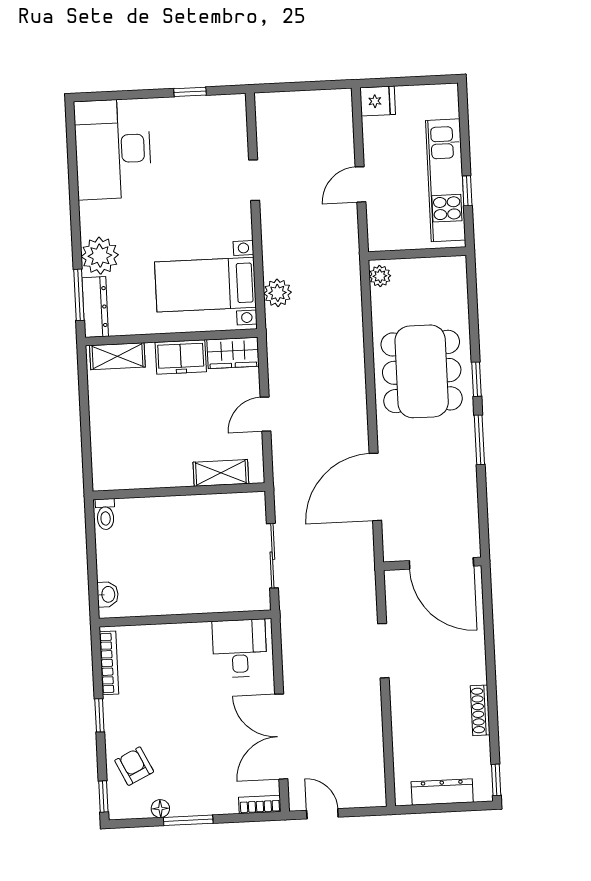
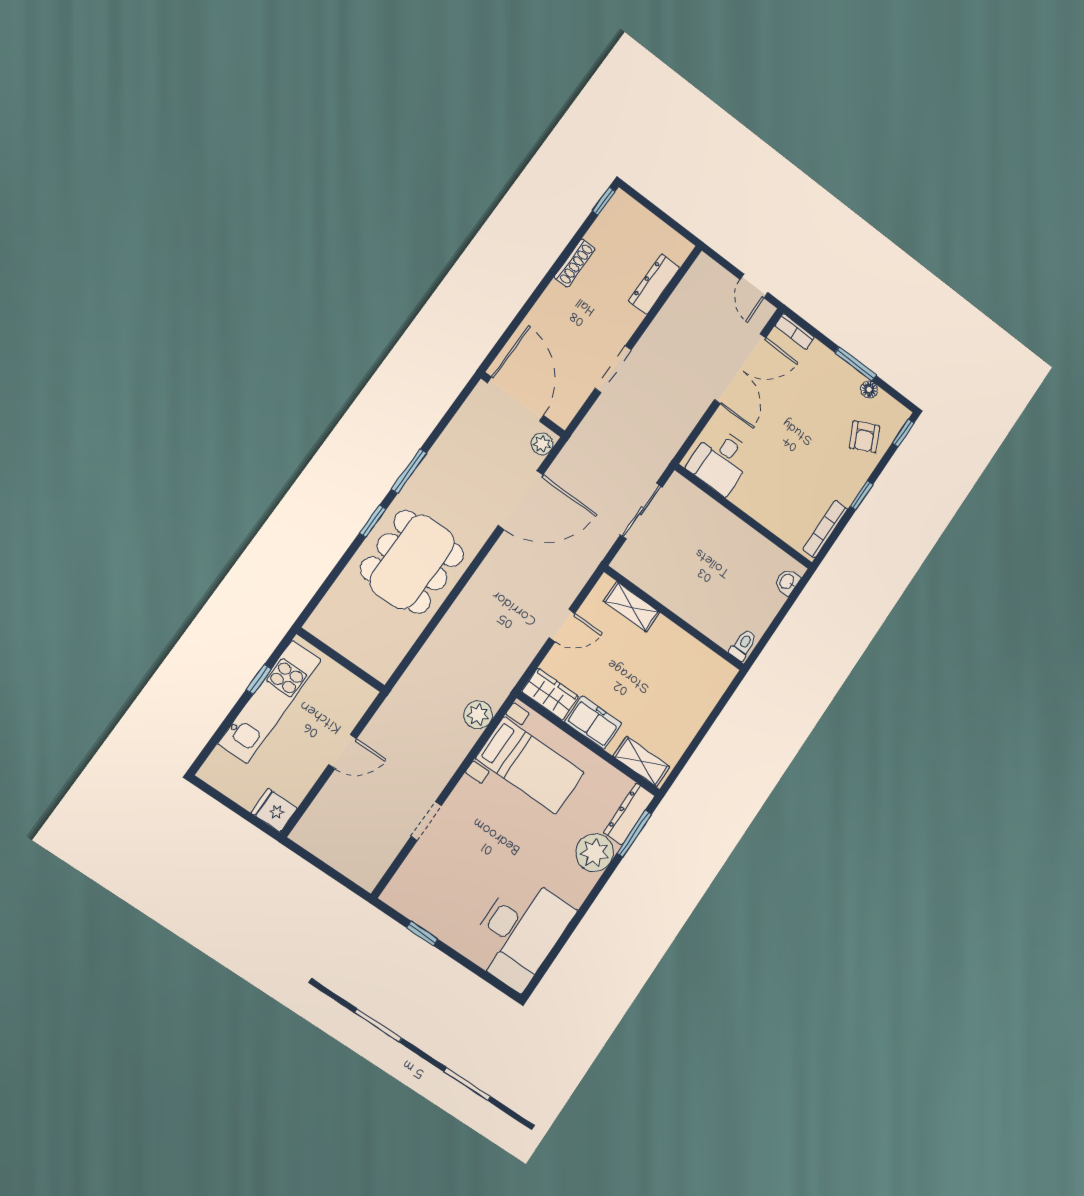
plant: (380, 276) -> (542, 444), moved
dresser: (442, 792) -> (654, 284), moved, turned 90

